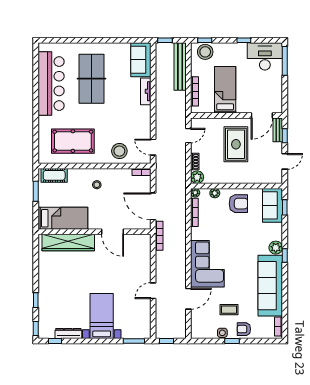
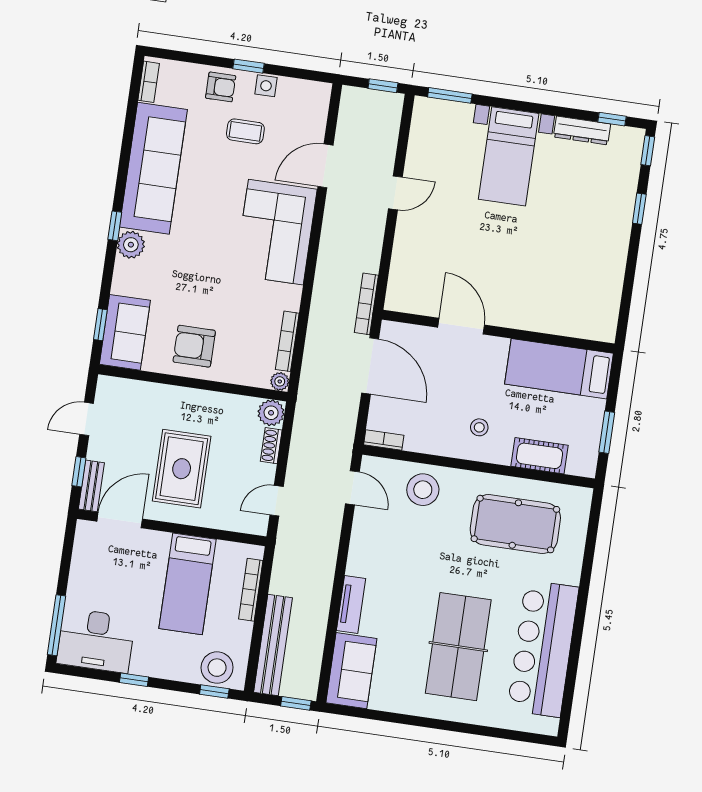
cot: (54, 175) -> (540, 456), moved
plant: (215, 193) -> (240, 375), removed
wardrobe: (68, 243) -> (555, 317), removed

